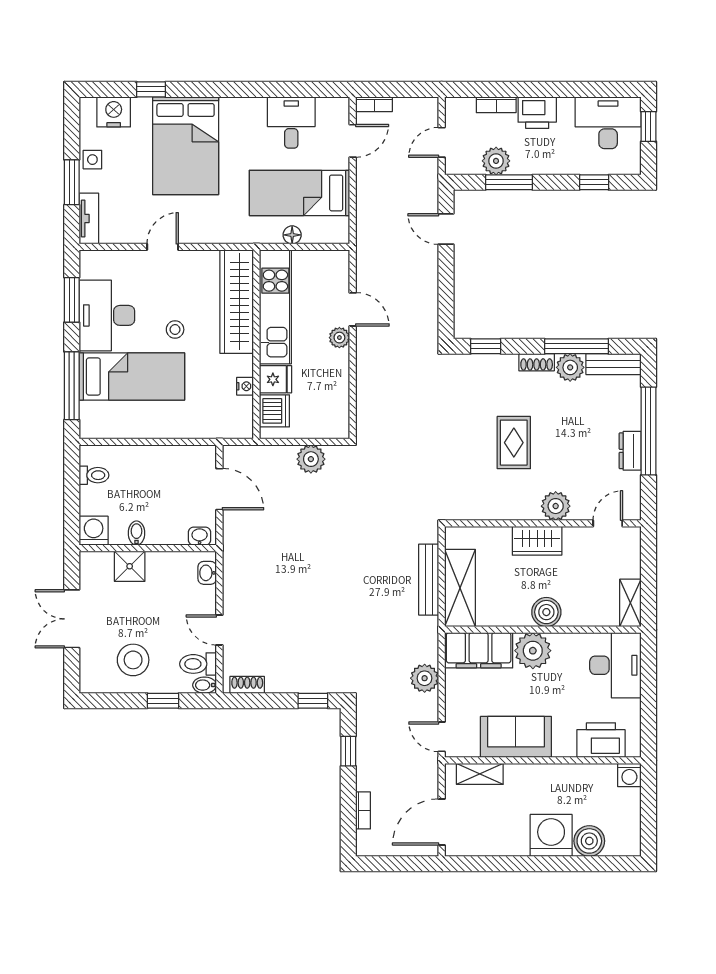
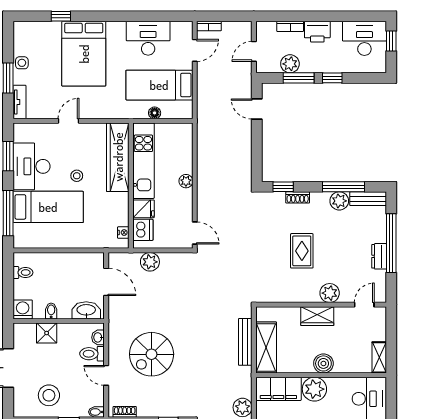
nightstand: (114, 112) -> (36, 31), removed
desk: (291, 122) -> (148, 38), width x1.37
window: (594, 182) -> (332, 78), moved
door: (353, 309) -> (195, 233), moved
shoe rack: (537, 362) -> (298, 197), moved
nightstand: (245, 386) -> (123, 233), moved
plant: (311, 459) -> (150, 262), moved
washbasin: (200, 536) -> (86, 310), width x1.91, depth x1.45
spiral stairs: (288, 598) -> (152, 354), added
toilet: (198, 664) -> (92, 354), moved

